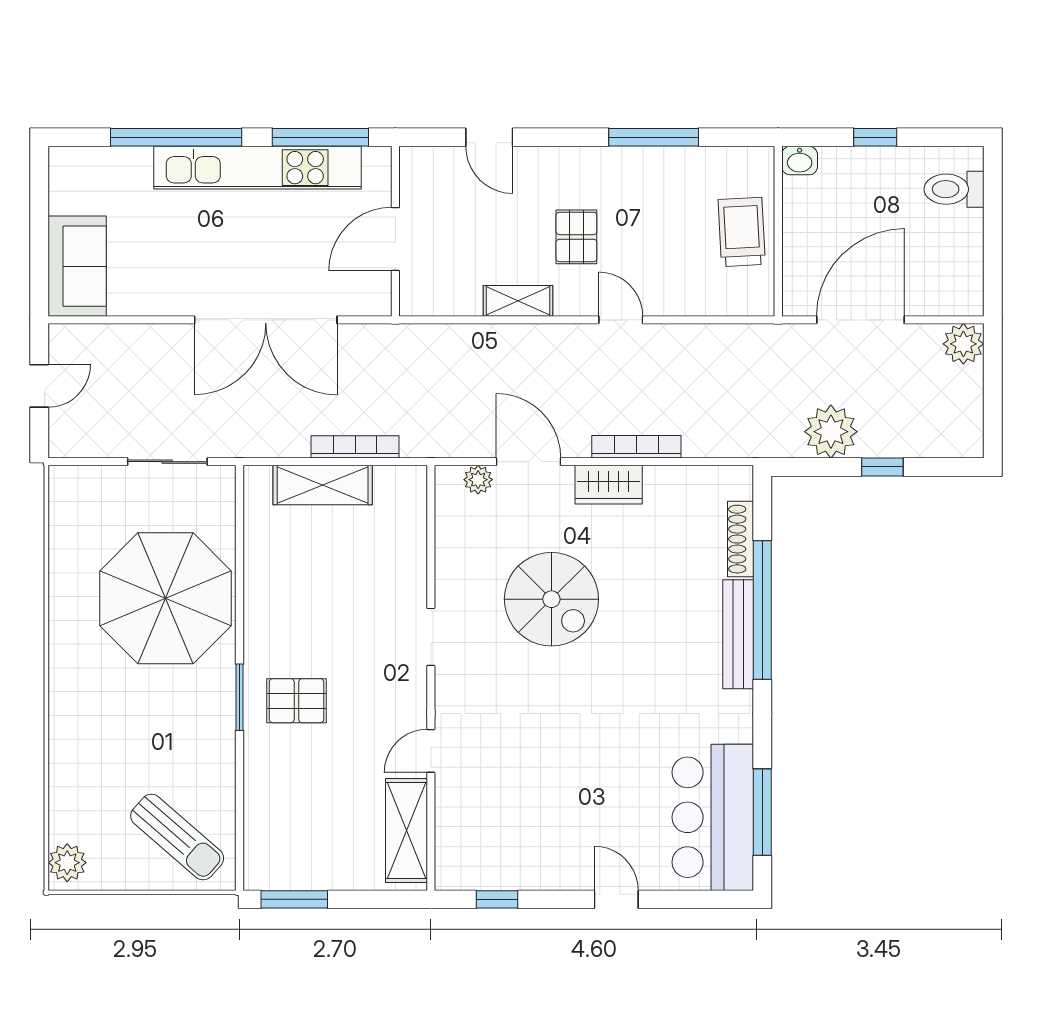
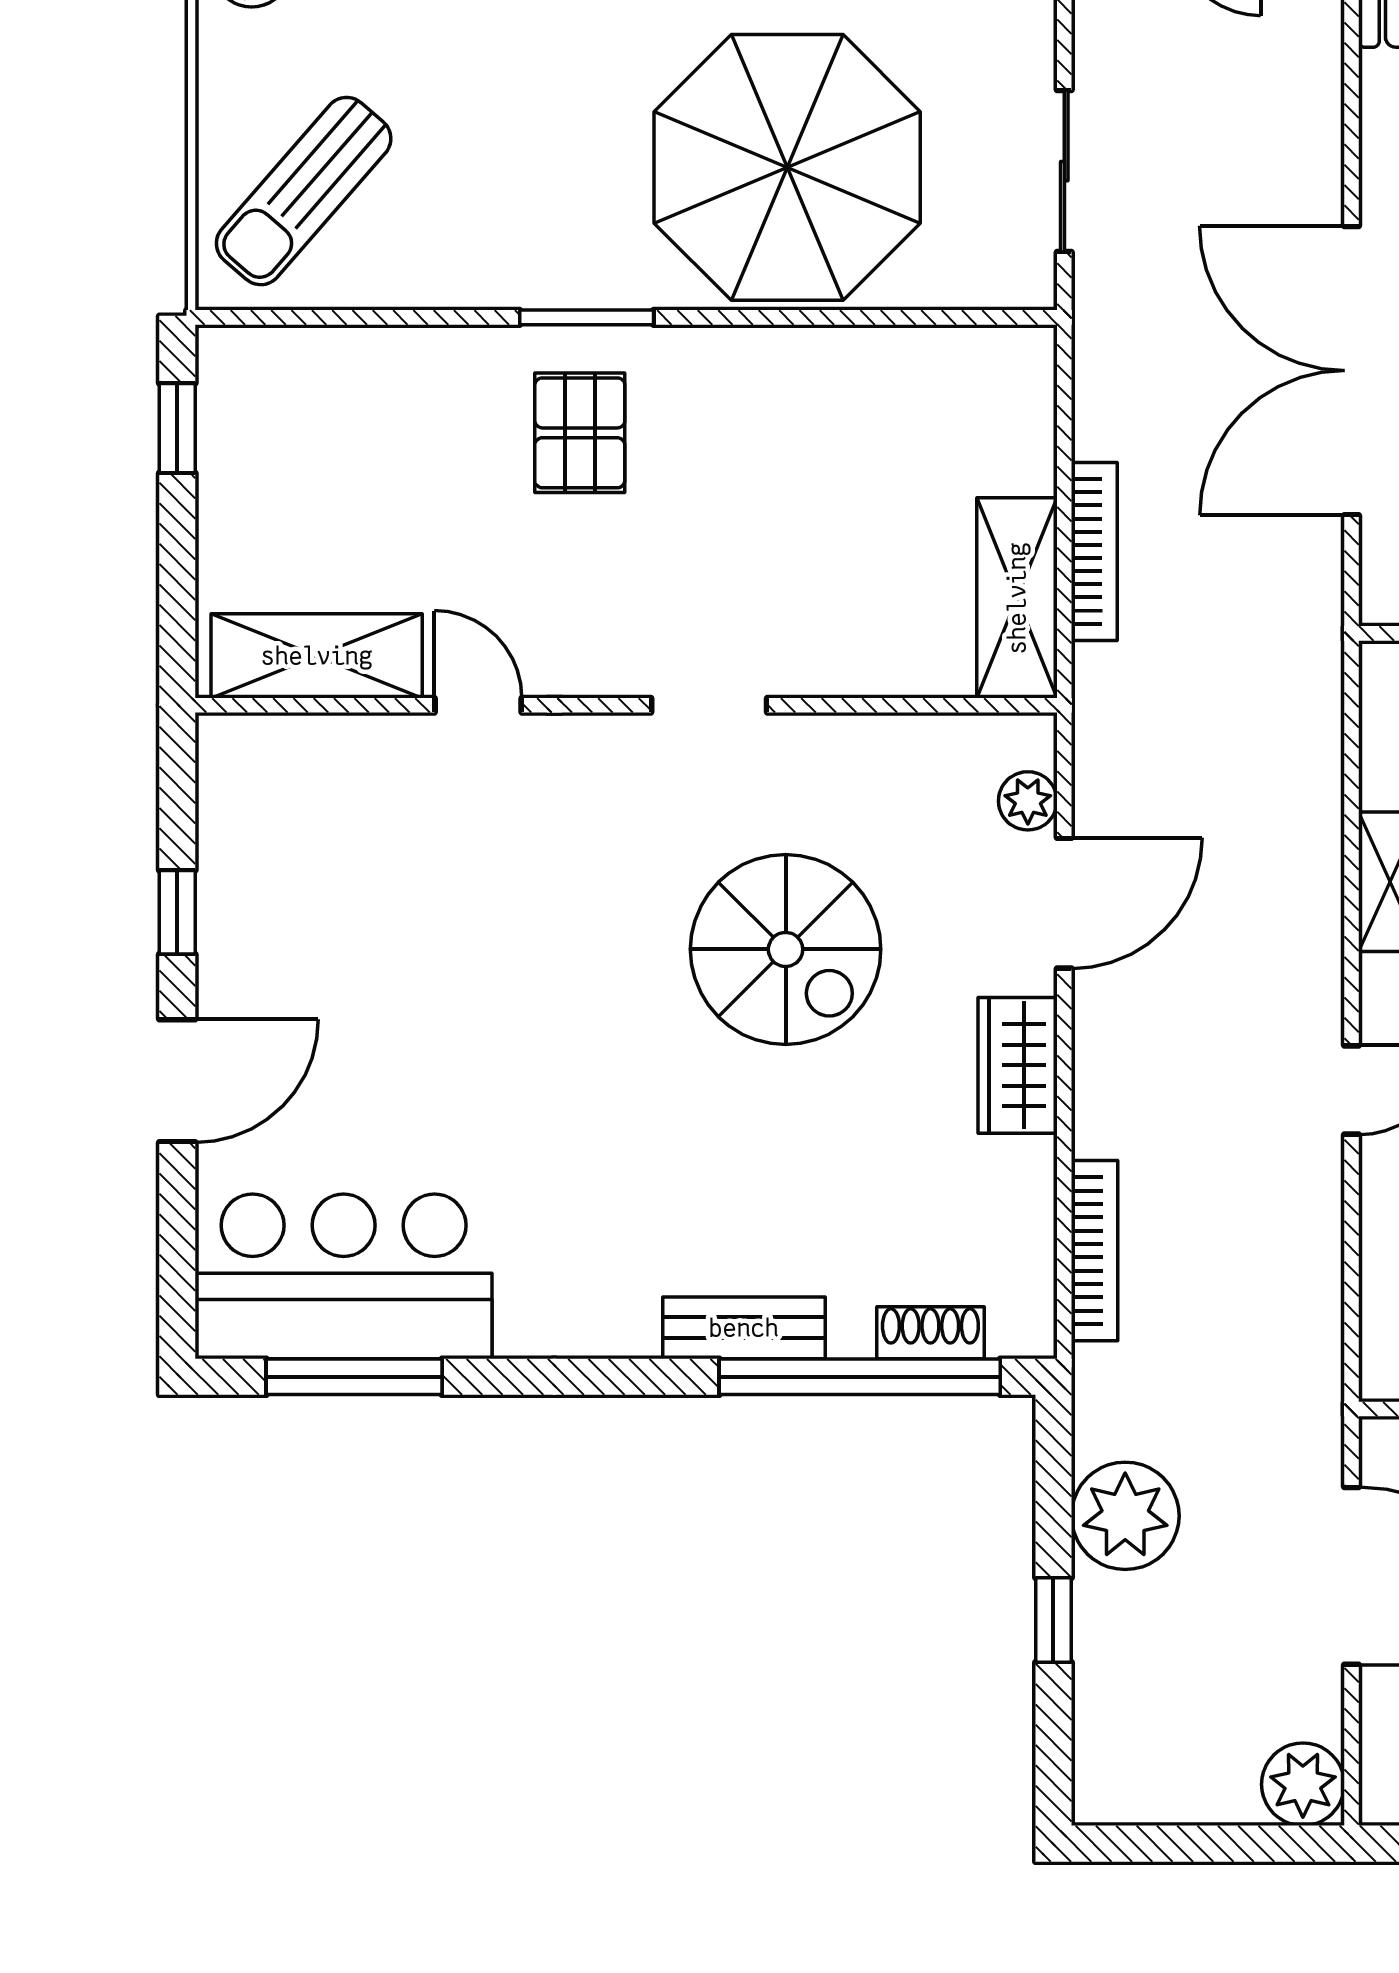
bookcase: (636, 447) -> (1095, 1251), moved
shelving: (323, 485) -> (1017, 598), moved
shoe rack: (741, 539) -> (930, 1333), width x0.70
spiral stairs: (551, 599) -> (786, 949), turned -90
window: (762, 610) -> (860, 1377), moved
bench: (738, 634) -> (744, 1328), width x0.73
window: (294, 899) -> (177, 428), width x0.67
window: (497, 899) -> (177, 912), moved
door: (616, 899) -> (177, 1081), width x1.38

